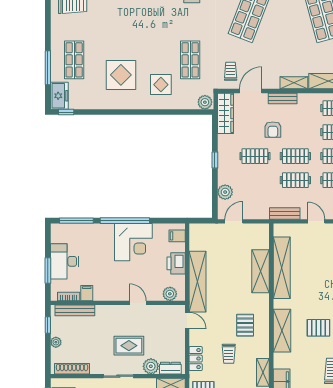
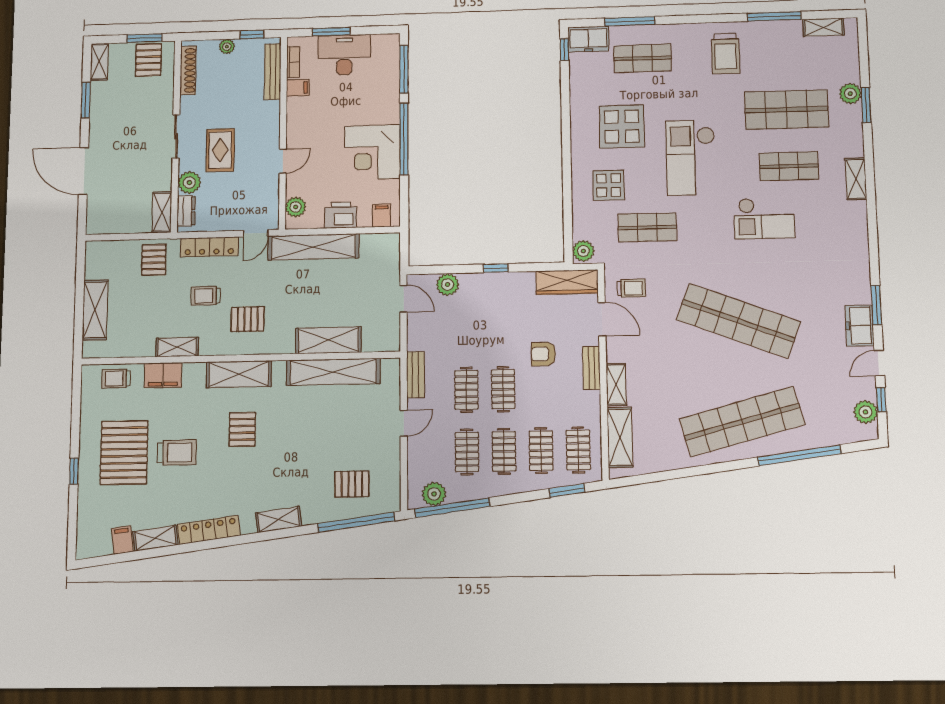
checkout: (144, 30) -> (691, 158), added
clothes rail: (255, 156) -> (502, 328), removed
locker: (196, 359) -> (209, 247), width x1.53

